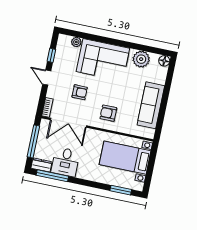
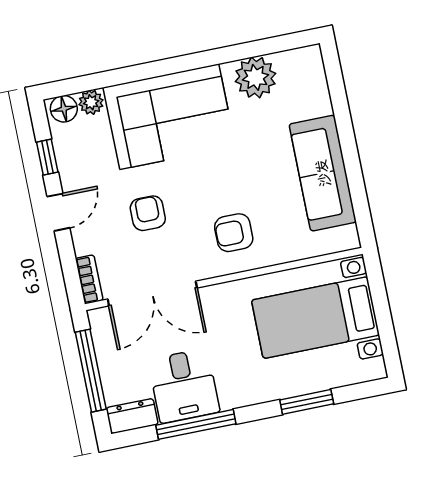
floor lamp: (164, 61) -> (64, 109), moved
door: (47, 78) -> (58, 212), swing flipped
armchair: (80, 92) -> (148, 213), turned -90
window: (52, 176) -> (196, 424), moved
window: (121, 190) -> (307, 402), moved

